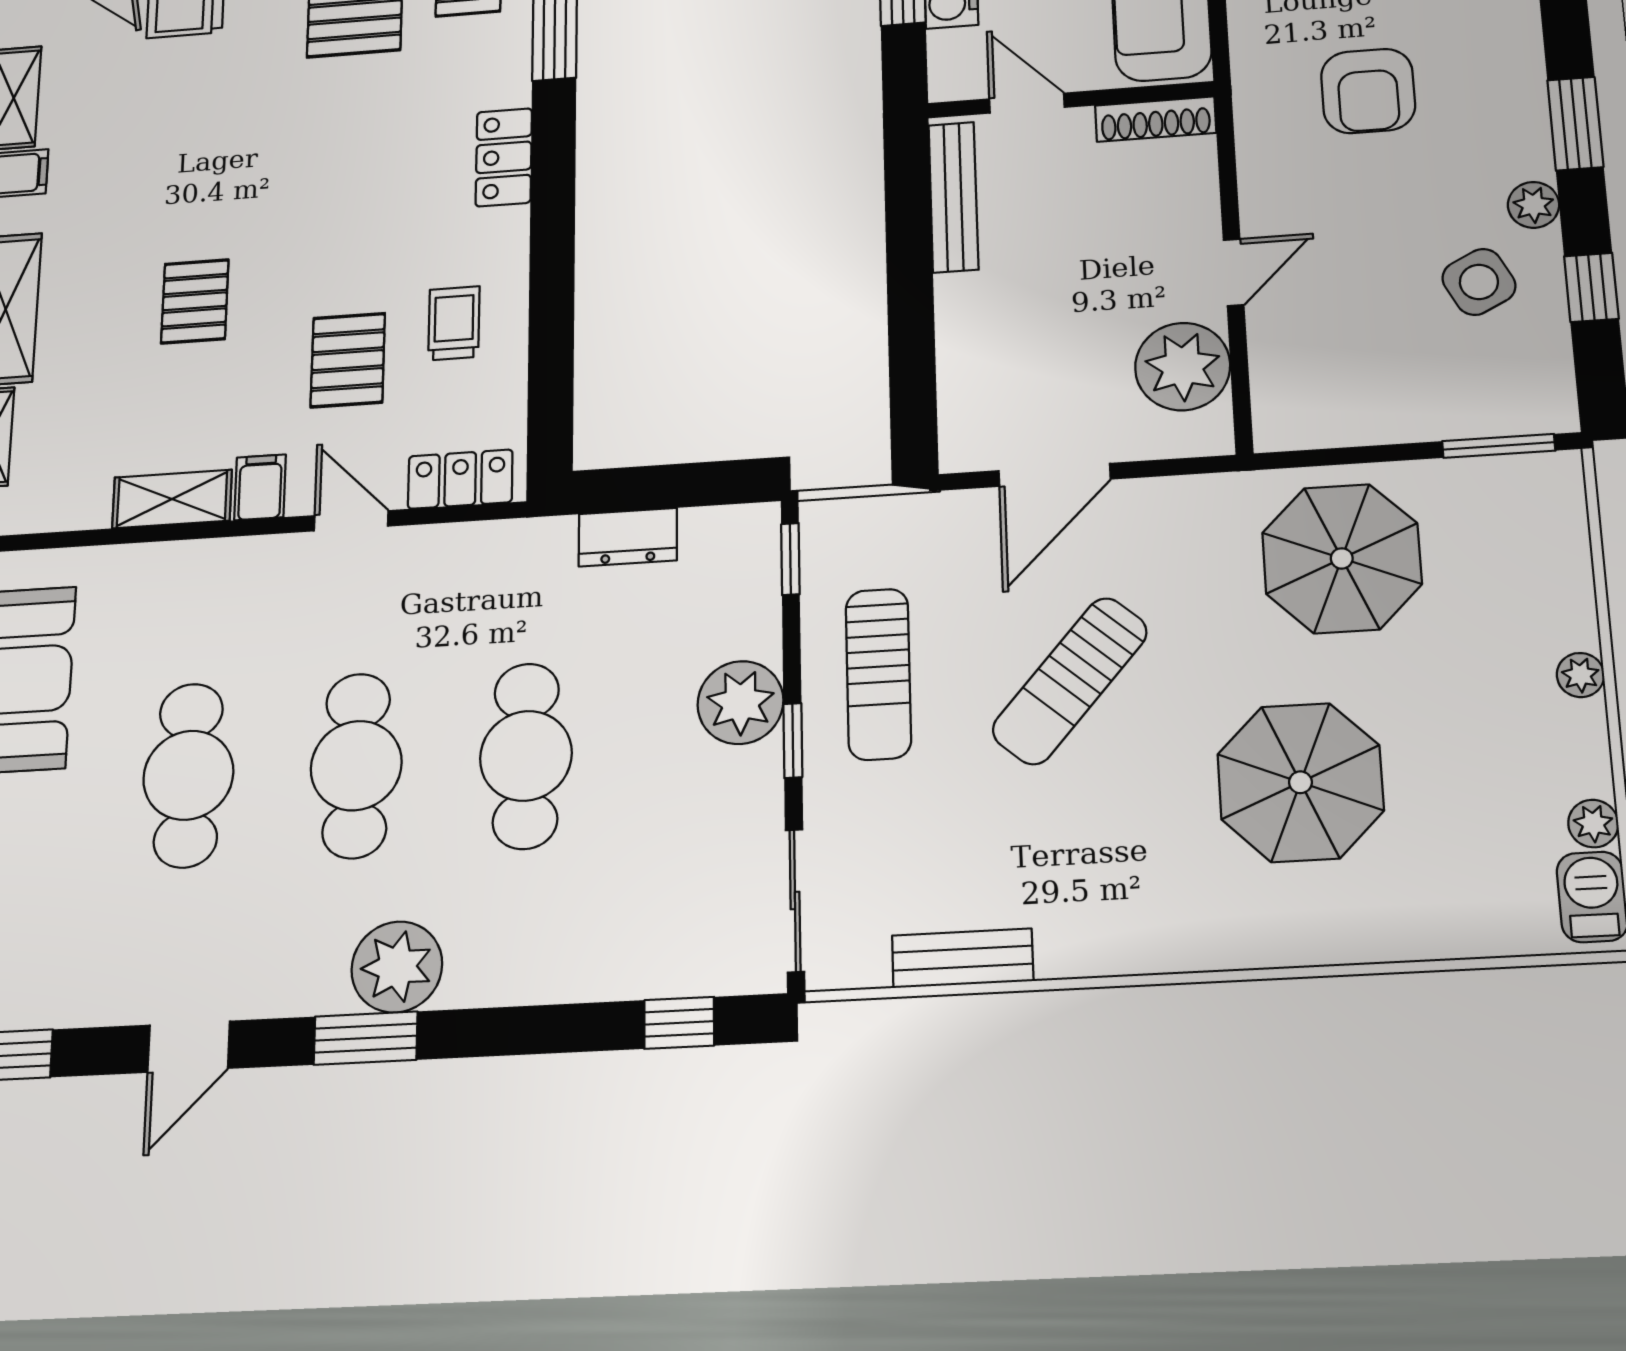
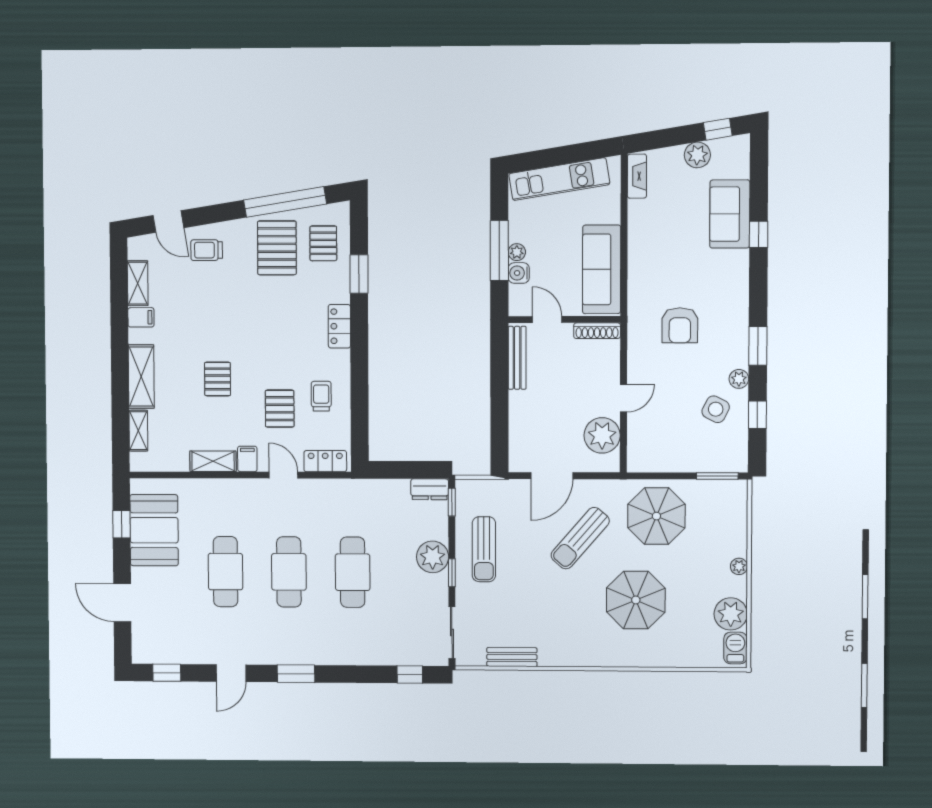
side table: (1479, 282) -> (716, 409), turned -36
dresser: (628, 537) -> (430, 489), moved
sun lounger: (1070, 681) -> (580, 538), moved
plant: (1593, 824) -> (731, 614), width x1.87, depth x1.87
plant: (397, 967) -> (307, 648), removed

